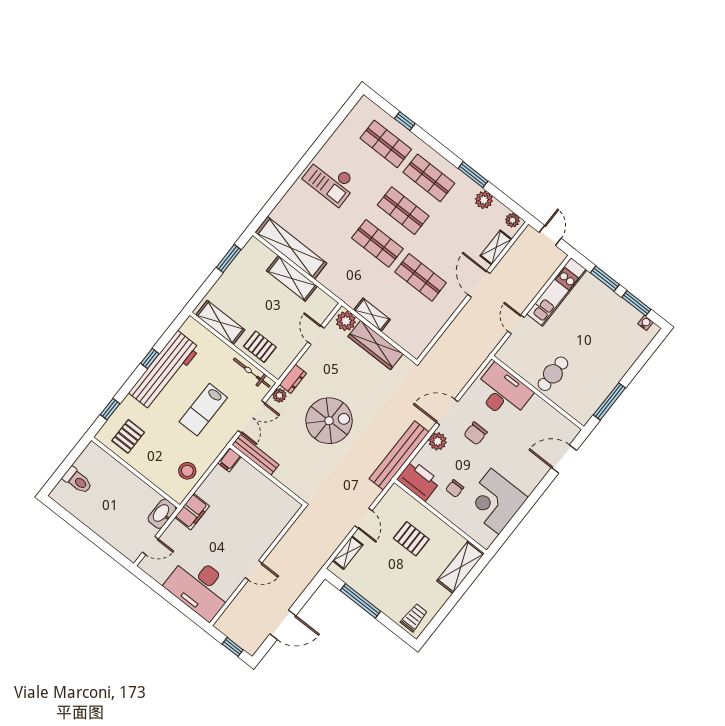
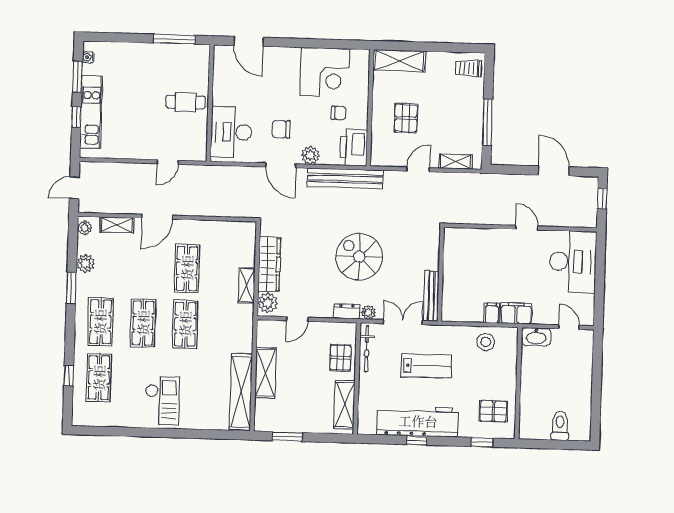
window: (605, 279) -> (76, 117), width x0.67
kitchen unit: (557, 292) -> (91, 112), moved, turned 90
chair: (476, 433) -> (281, 129), turned 180
filing cabinet: (229, 460) -> (492, 313), moved, turned -90

